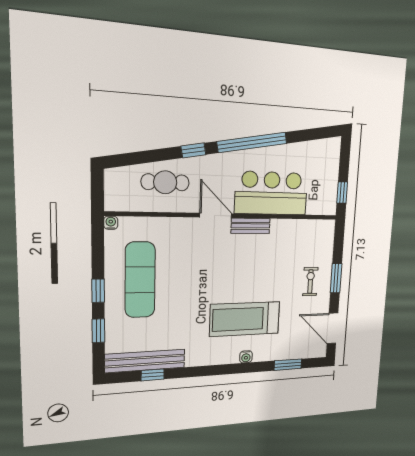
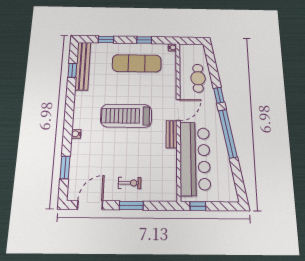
bar counter: (271, 193) -> (195, 158), width x1.36
window: (98, 291) -> (144, 40), moved
treadmill: (245, 319) -> (126, 116), moved, turned -90

